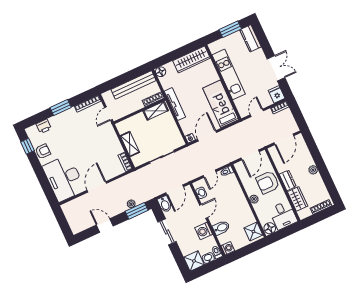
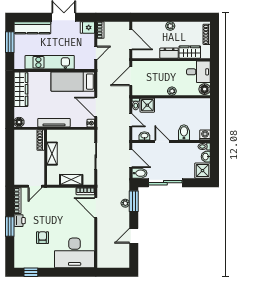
kitchen counter: (250, 38) -> (32, 28), width x1.50
bench: (134, 85) -> (20, 152), removed
shelving: (156, 111) -> (52, 154), moved
door: (257, 113) -> (96, 53), swing flipped
door: (108, 114) -> (35, 186), hinge flipped
printer: (44, 126) -> (20, 221), moved
armchair: (43, 151) -> (43, 238), moved
door: (250, 155) -> (131, 76), swing flipped
armchair: (268, 182) -> (163, 72), removed
door: (97, 187) -> (96, 208), moved
washing machine: (204, 231) -> (180, 149), removed
sliding door: (167, 232) -> (165, 183), width x1.37
shower: (253, 232) -> (147, 105), moved

